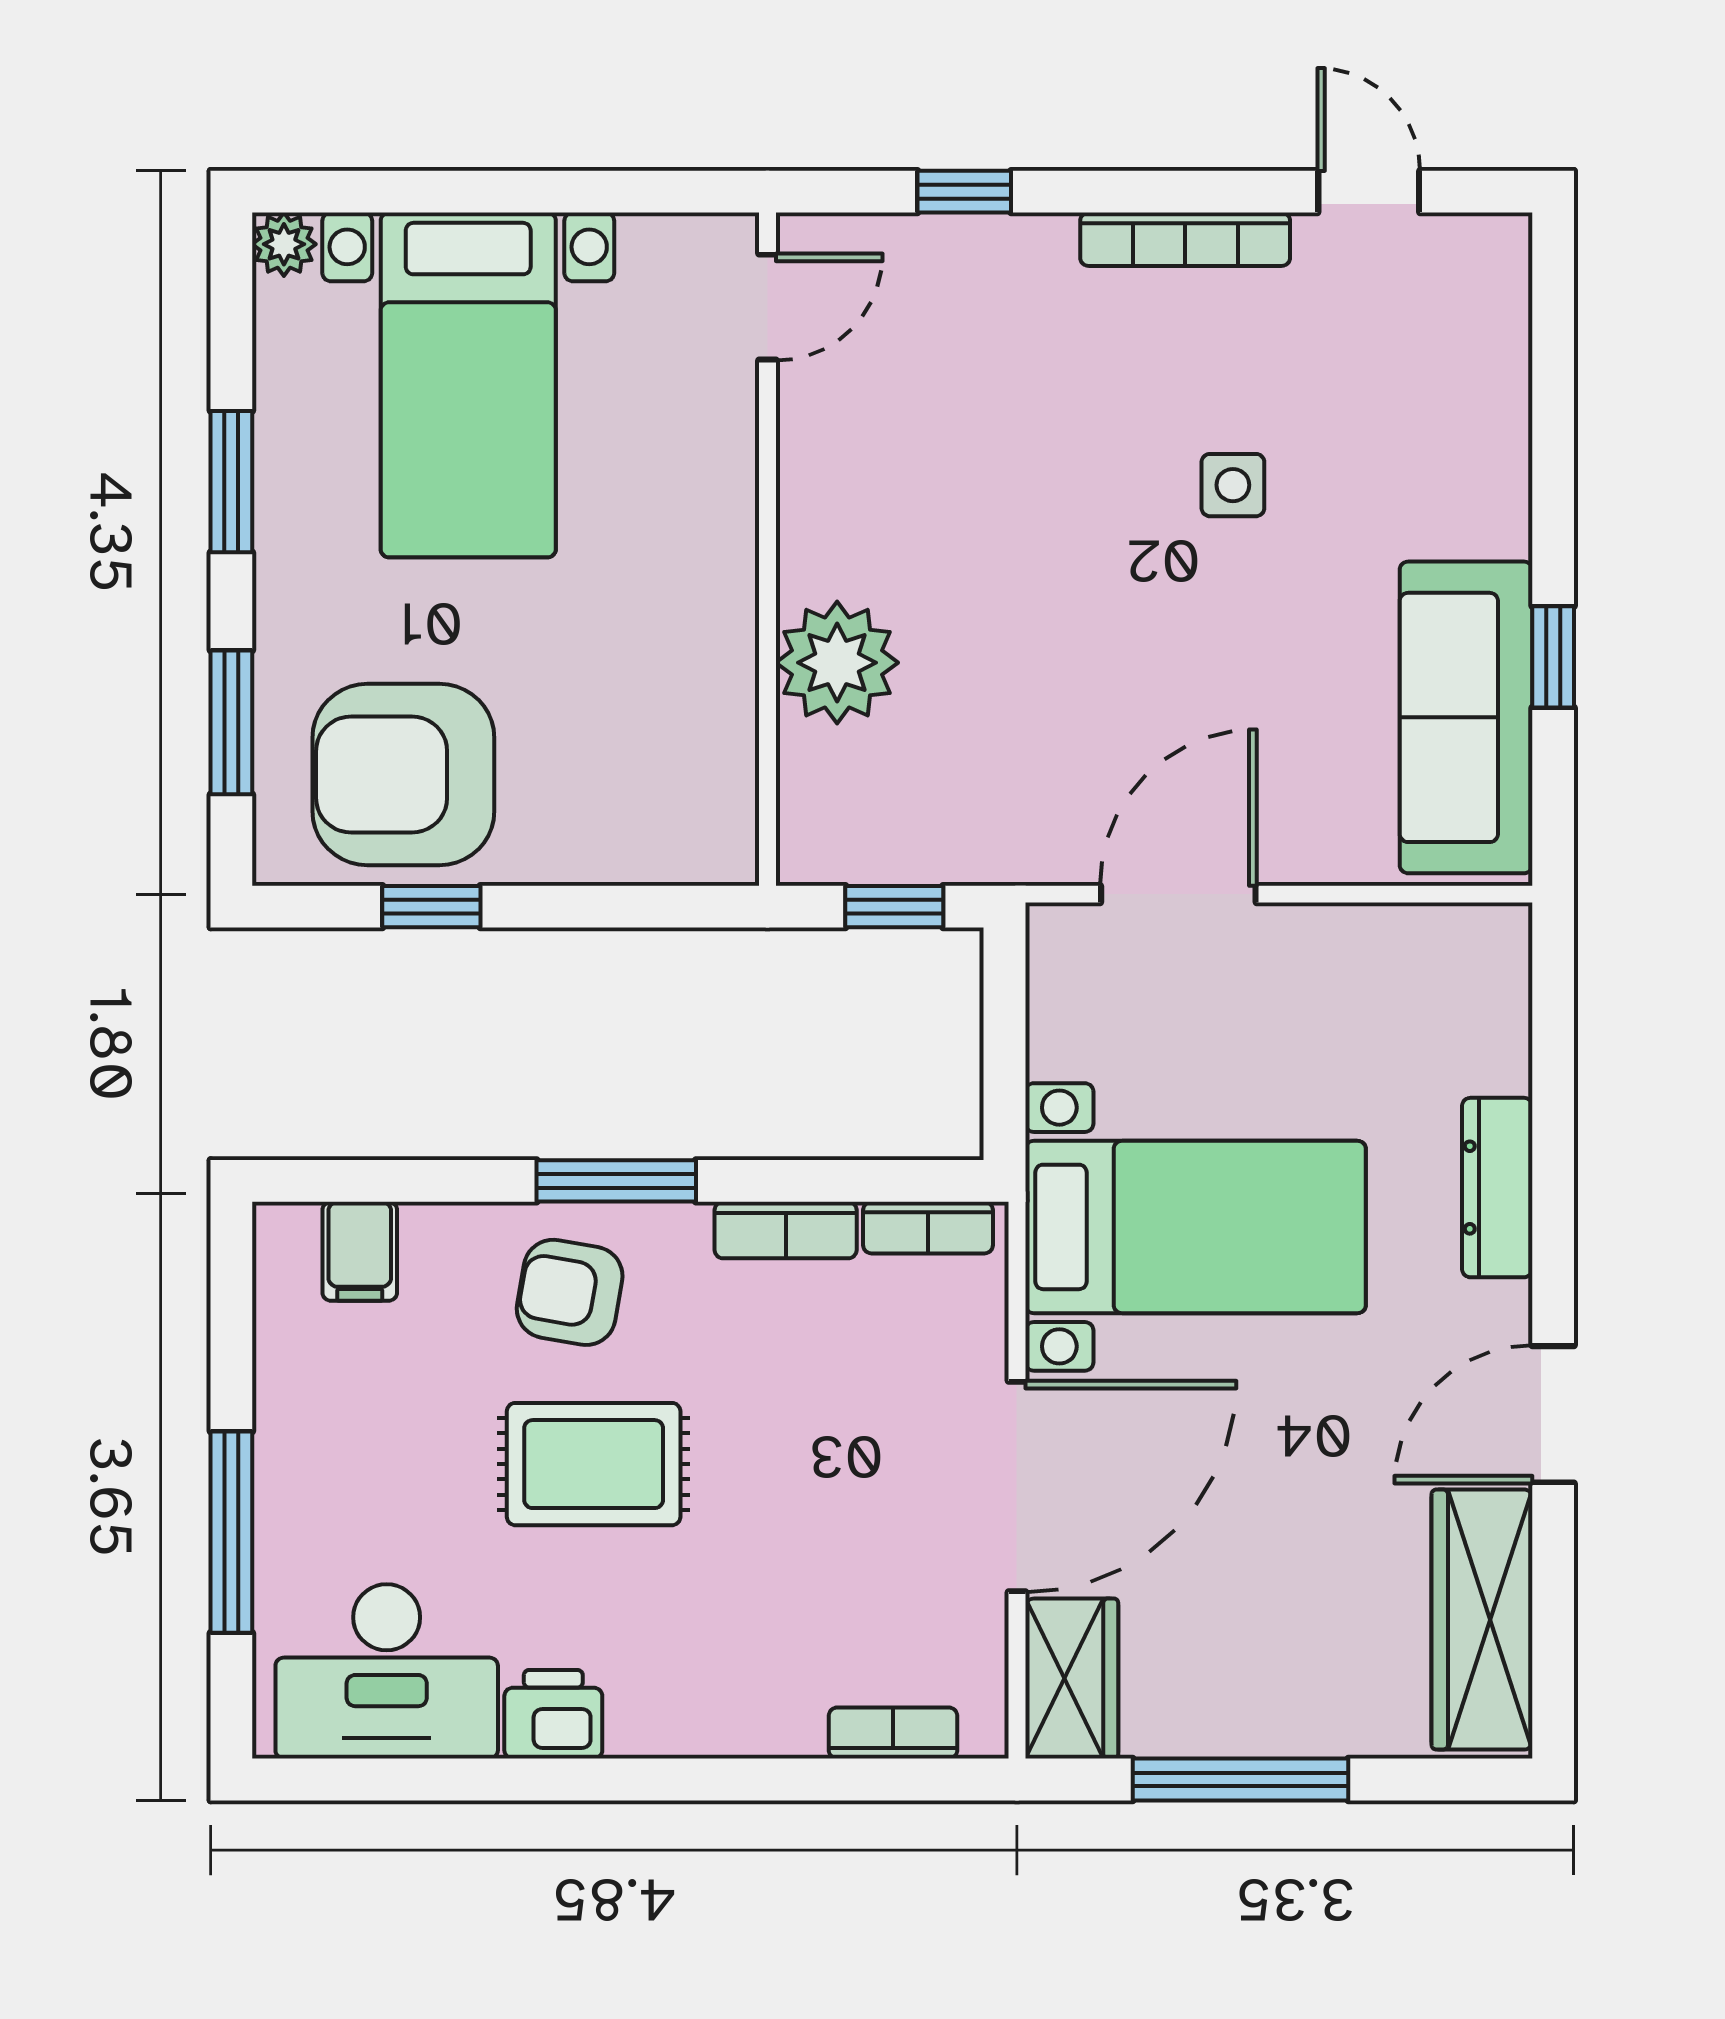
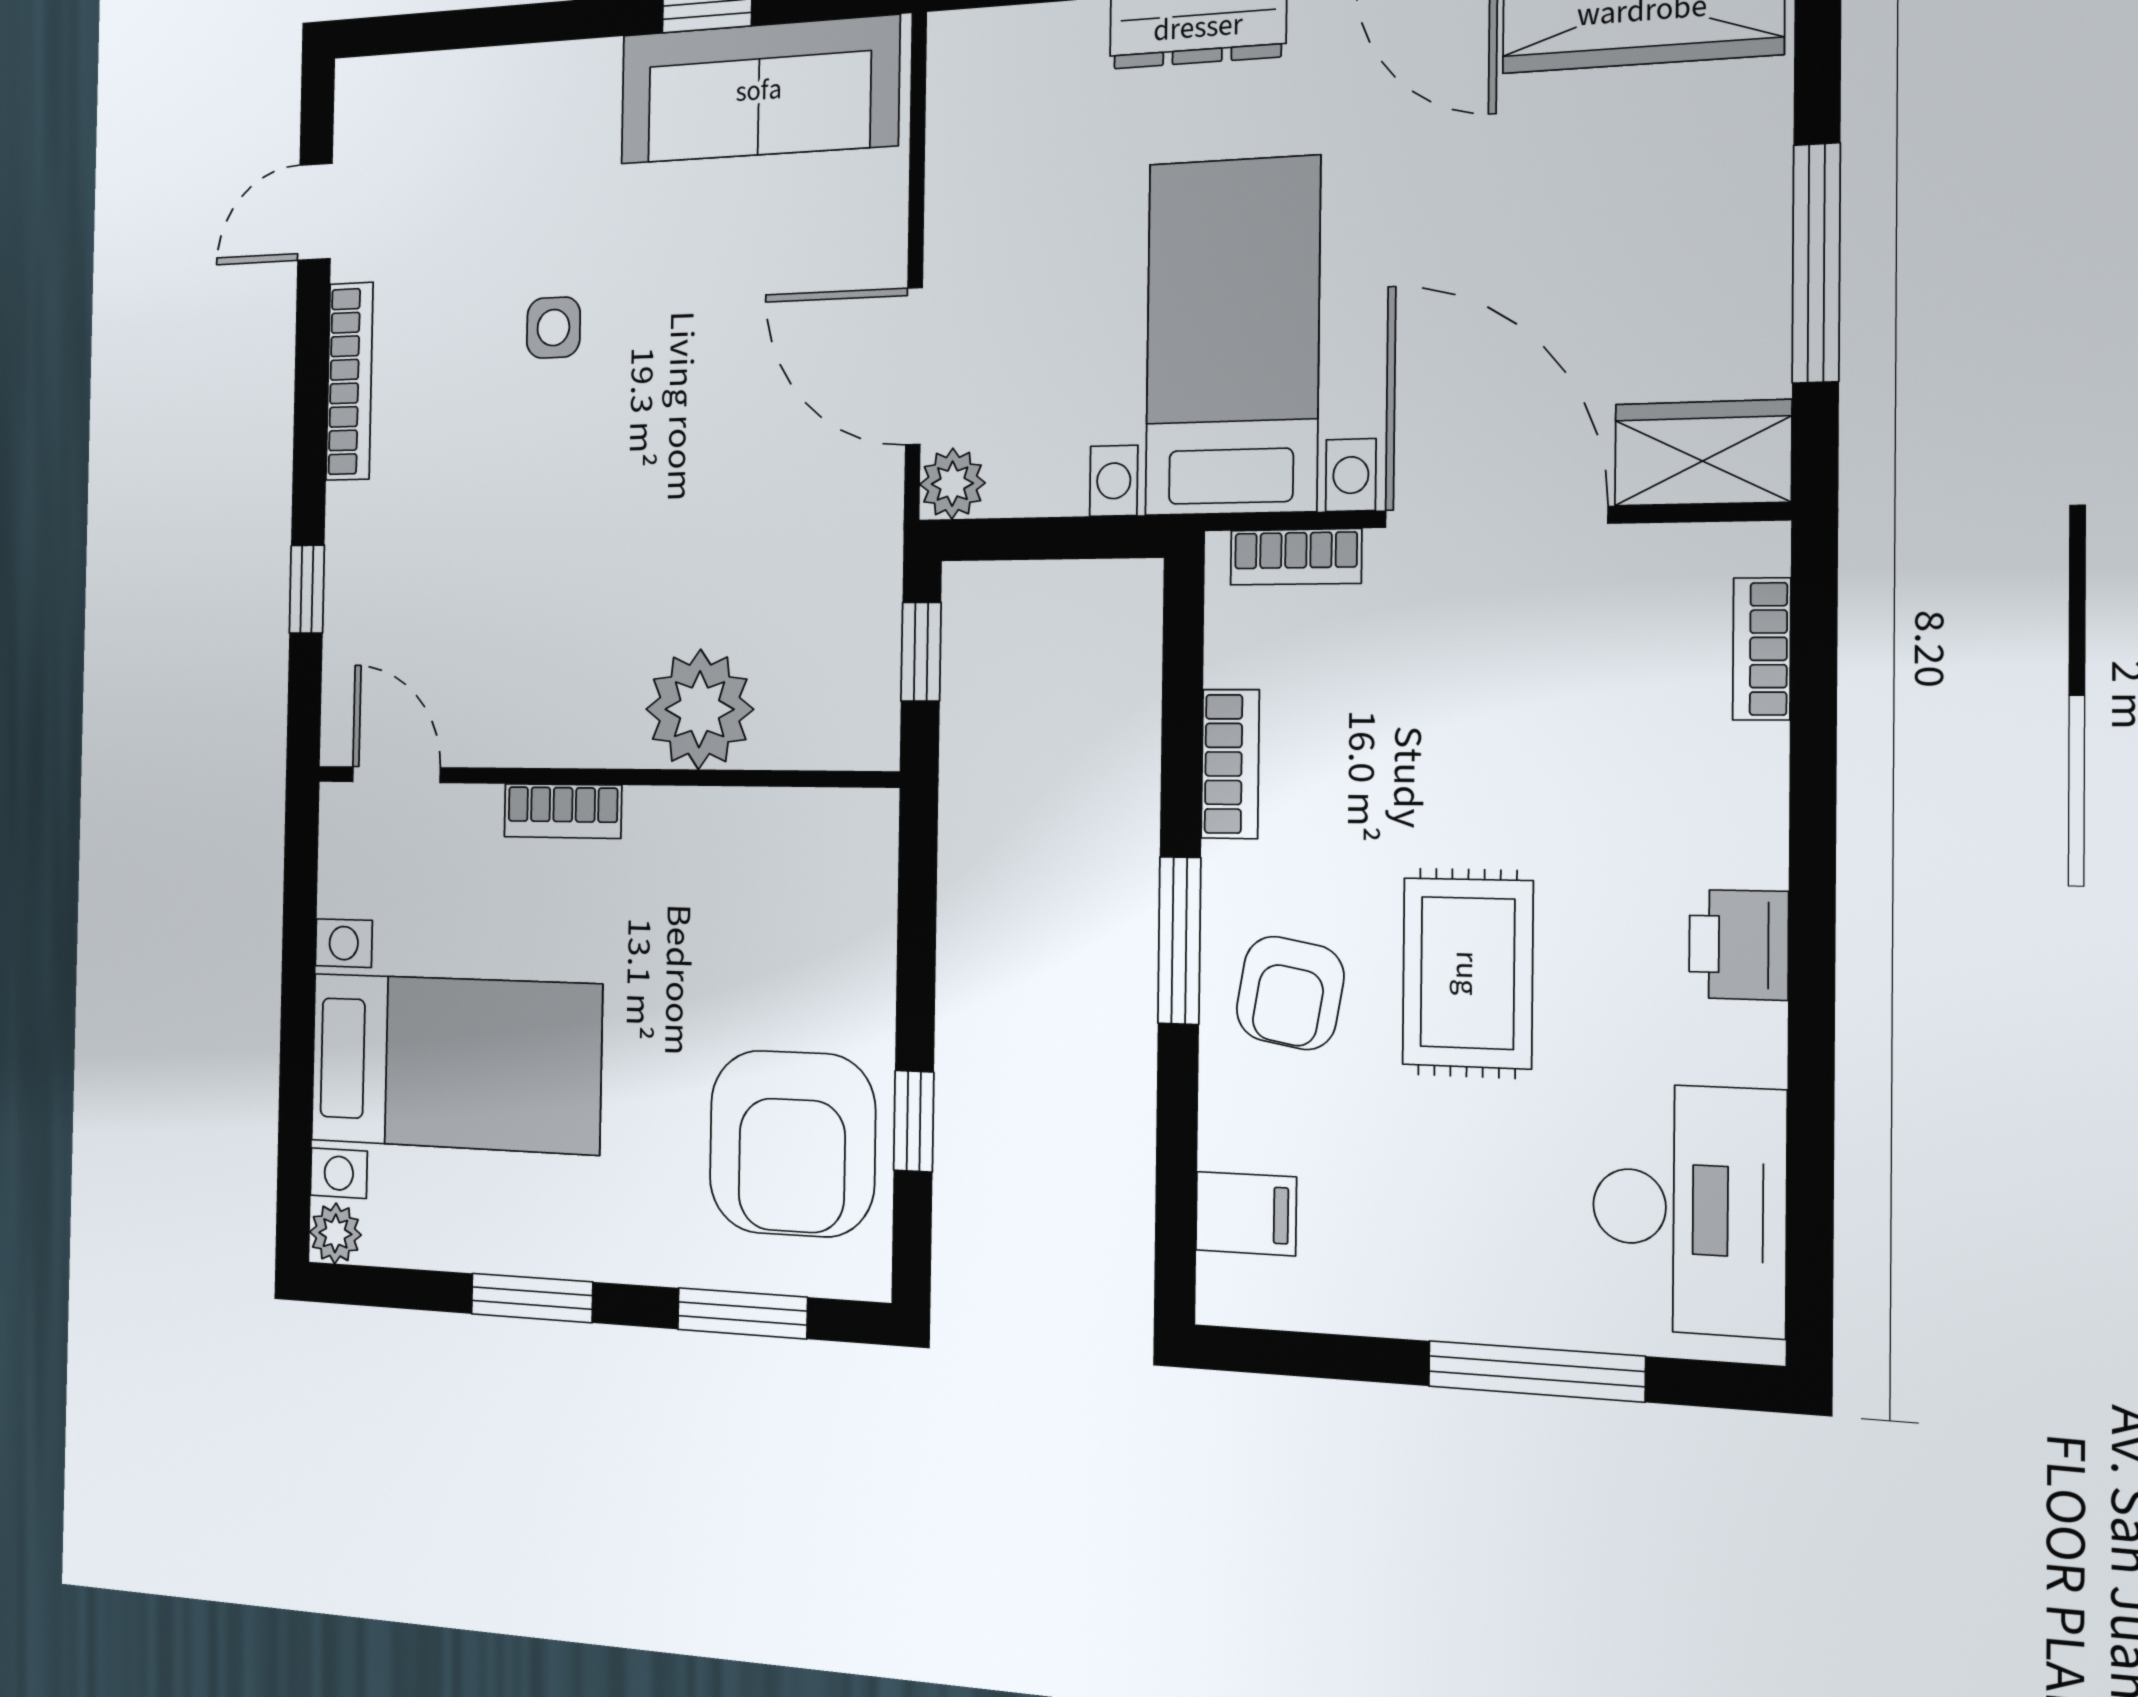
bookcase: (732, 507) -> (563, 811), added
plant: (1060, 938) -> (952, 484), added
bookcase: (928, 1228) -> (1296, 557), moved, turned 90
printer: (553, 1714) -> (1739, 945), moved

